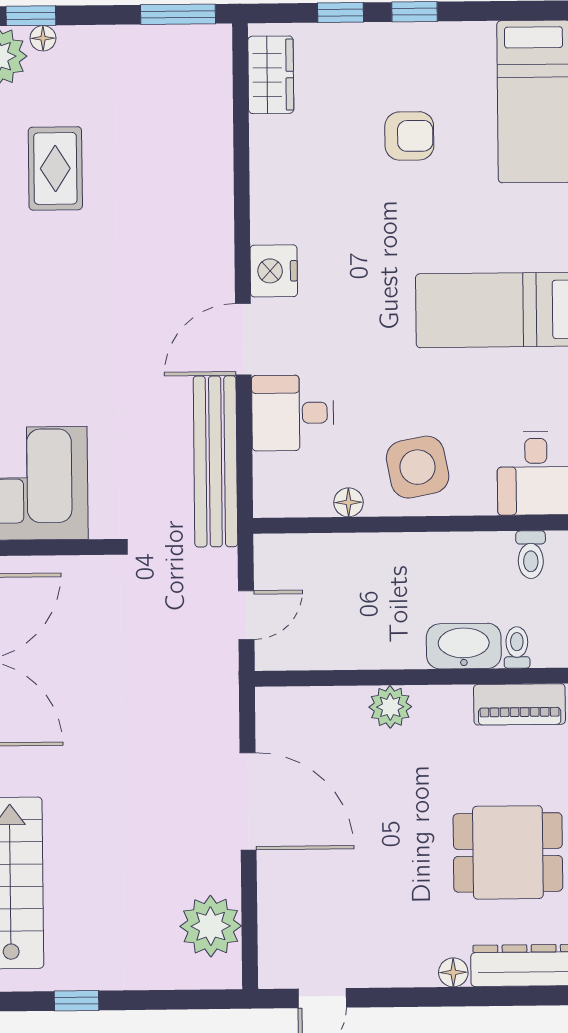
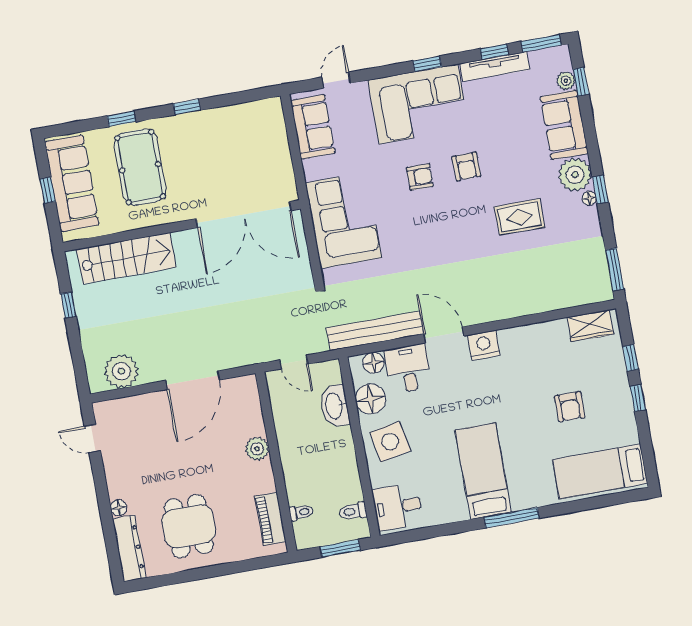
floor lamp: (272, 473) -> (373, 363), added
floor lamp: (348, 502) -> (370, 399), width x1.89, depth x1.89
washbasin: (464, 646) -> (335, 406), moved, turned 180

